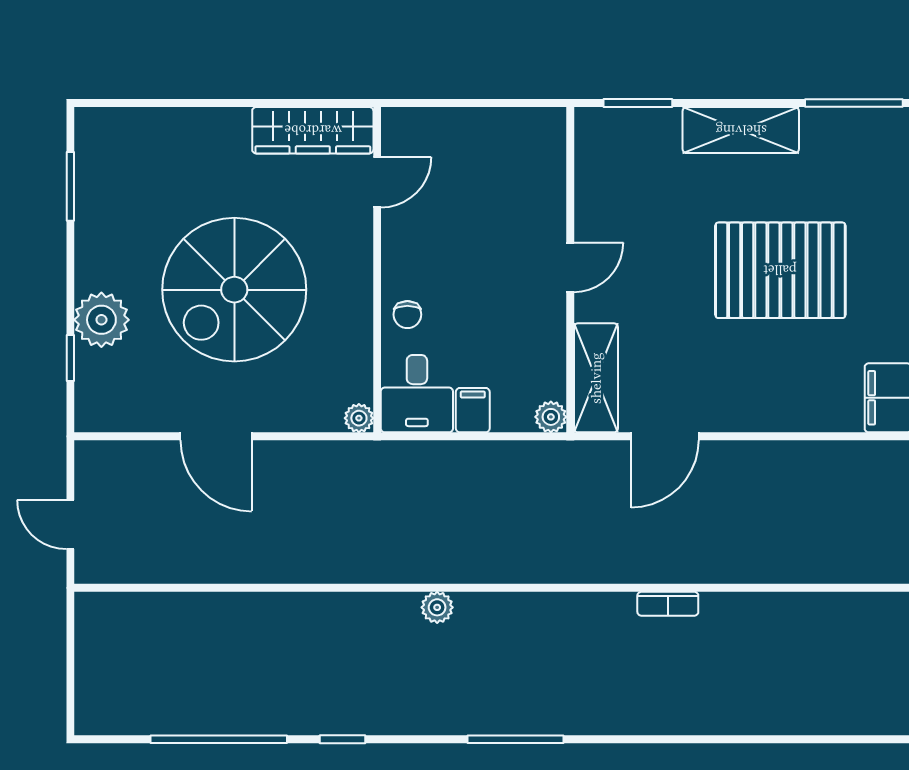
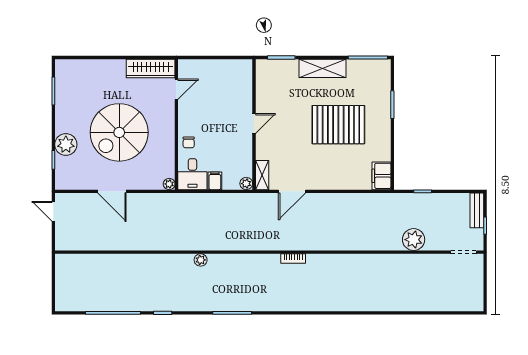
shelving: (596, 378) -> (262, 175), width x0.67, depth x0.75
door: (70, 525) -> (53, 211), moved

